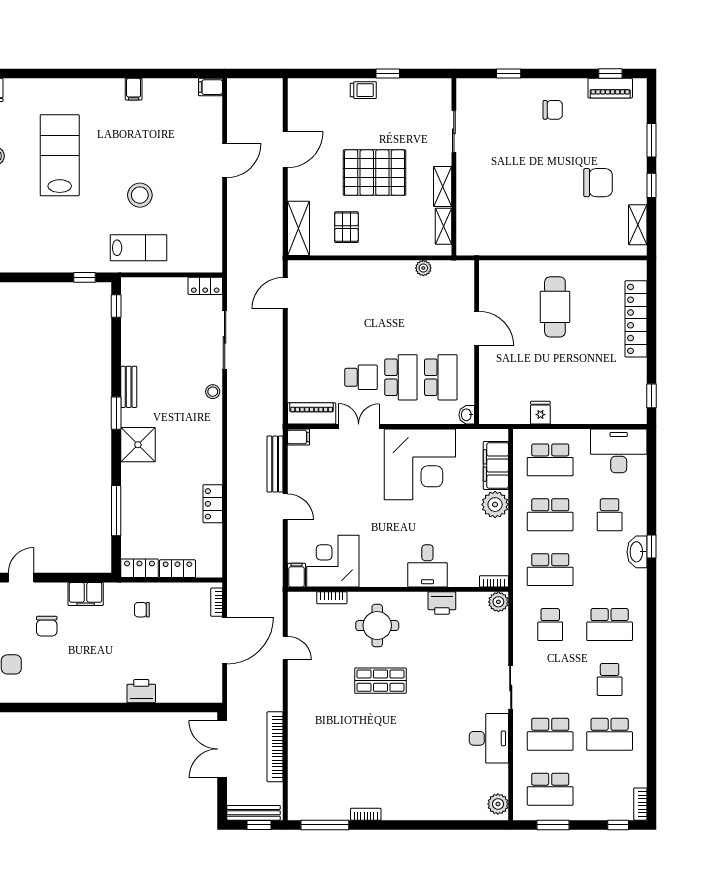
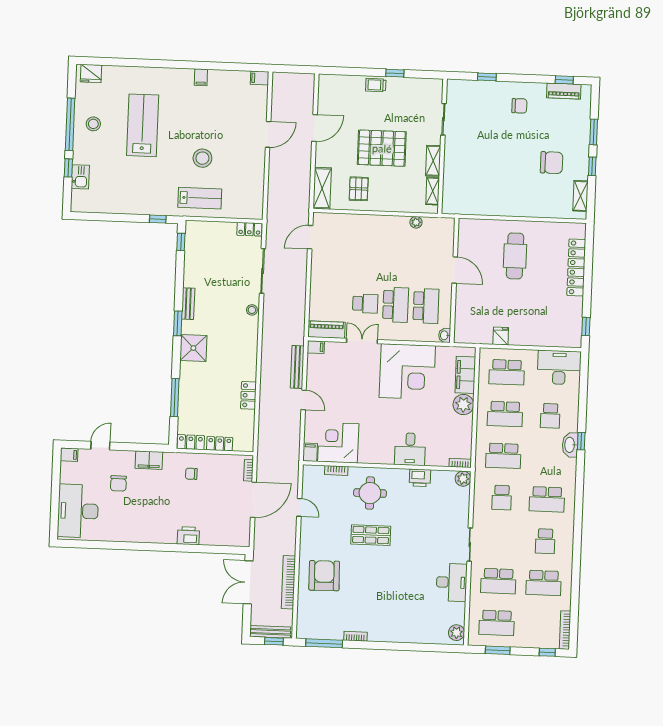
trolley: (363, 90) -> (376, 85), turned 180
armchair: (322, 736) -> (324, 576), added
bookcase: (640, 804) -> (565, 630), width x1.56

